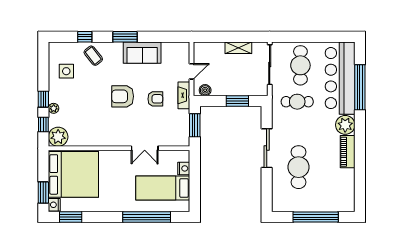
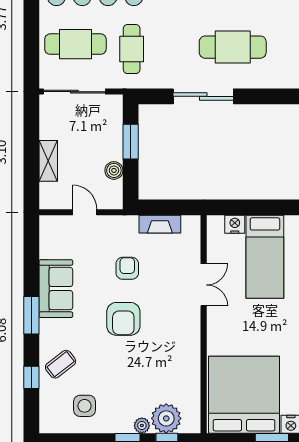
shelving: (238, 48) -> (48, 161), moved
boiler: (205, 90) -> (114, 170), moved
fireplace: (184, 95) -> (160, 224), moved
window: (195, 125) -> (168, 207), removed
plant: (58, 137) -> (166, 418), moved

